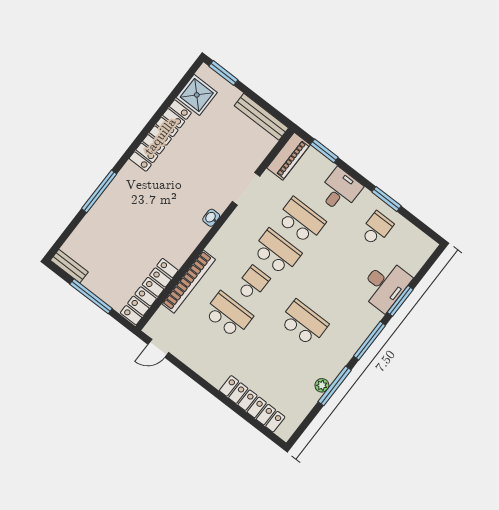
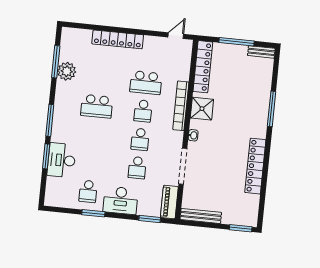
shower: (197, 95) -> (202, 109), moved
doorway: (246, 189) -> (183, 166), width x1.36
desk: (340, 190) -> (121, 200), width x1.37
school desk: (301, 221) -> (137, 168), width x0.54
school desk: (277, 252) -> (140, 139), width x0.54
bookcase: (189, 282) -> (181, 106), moved
plant: (322, 385) -> (67, 71), width x1.87, depth x1.87
window: (335, 386) -> (56, 62), moved
locker: (252, 404) -> (118, 39), moved

